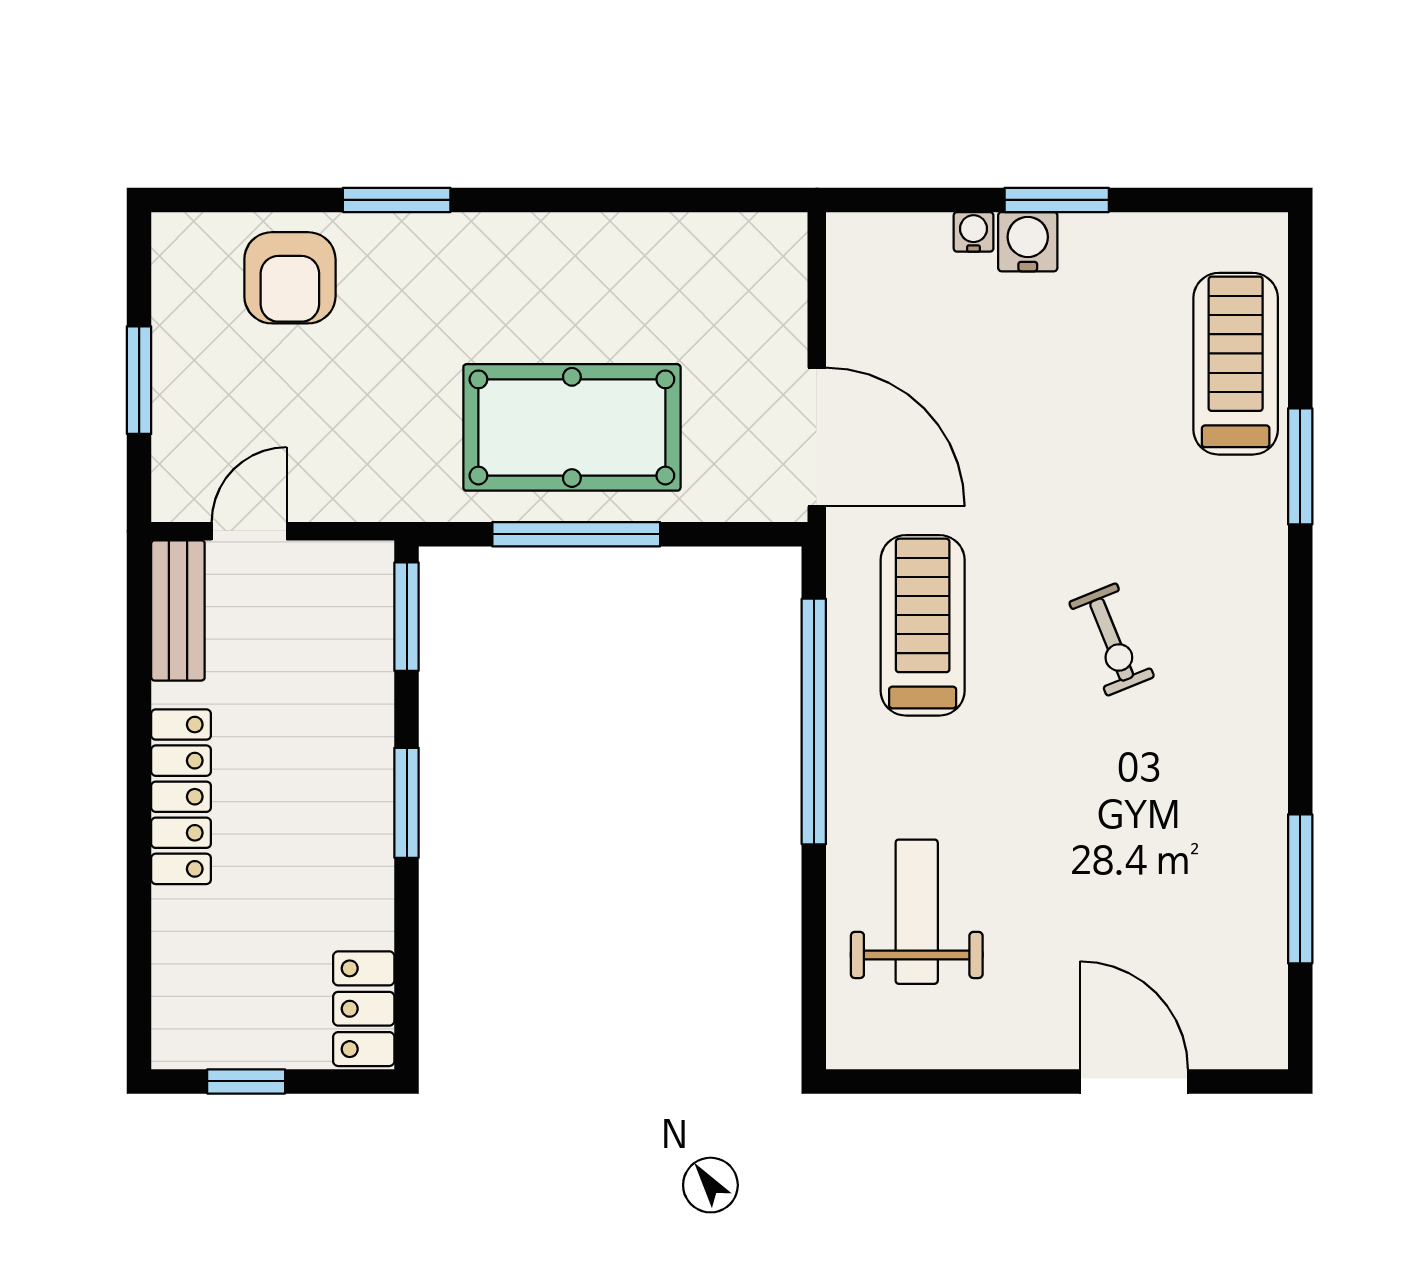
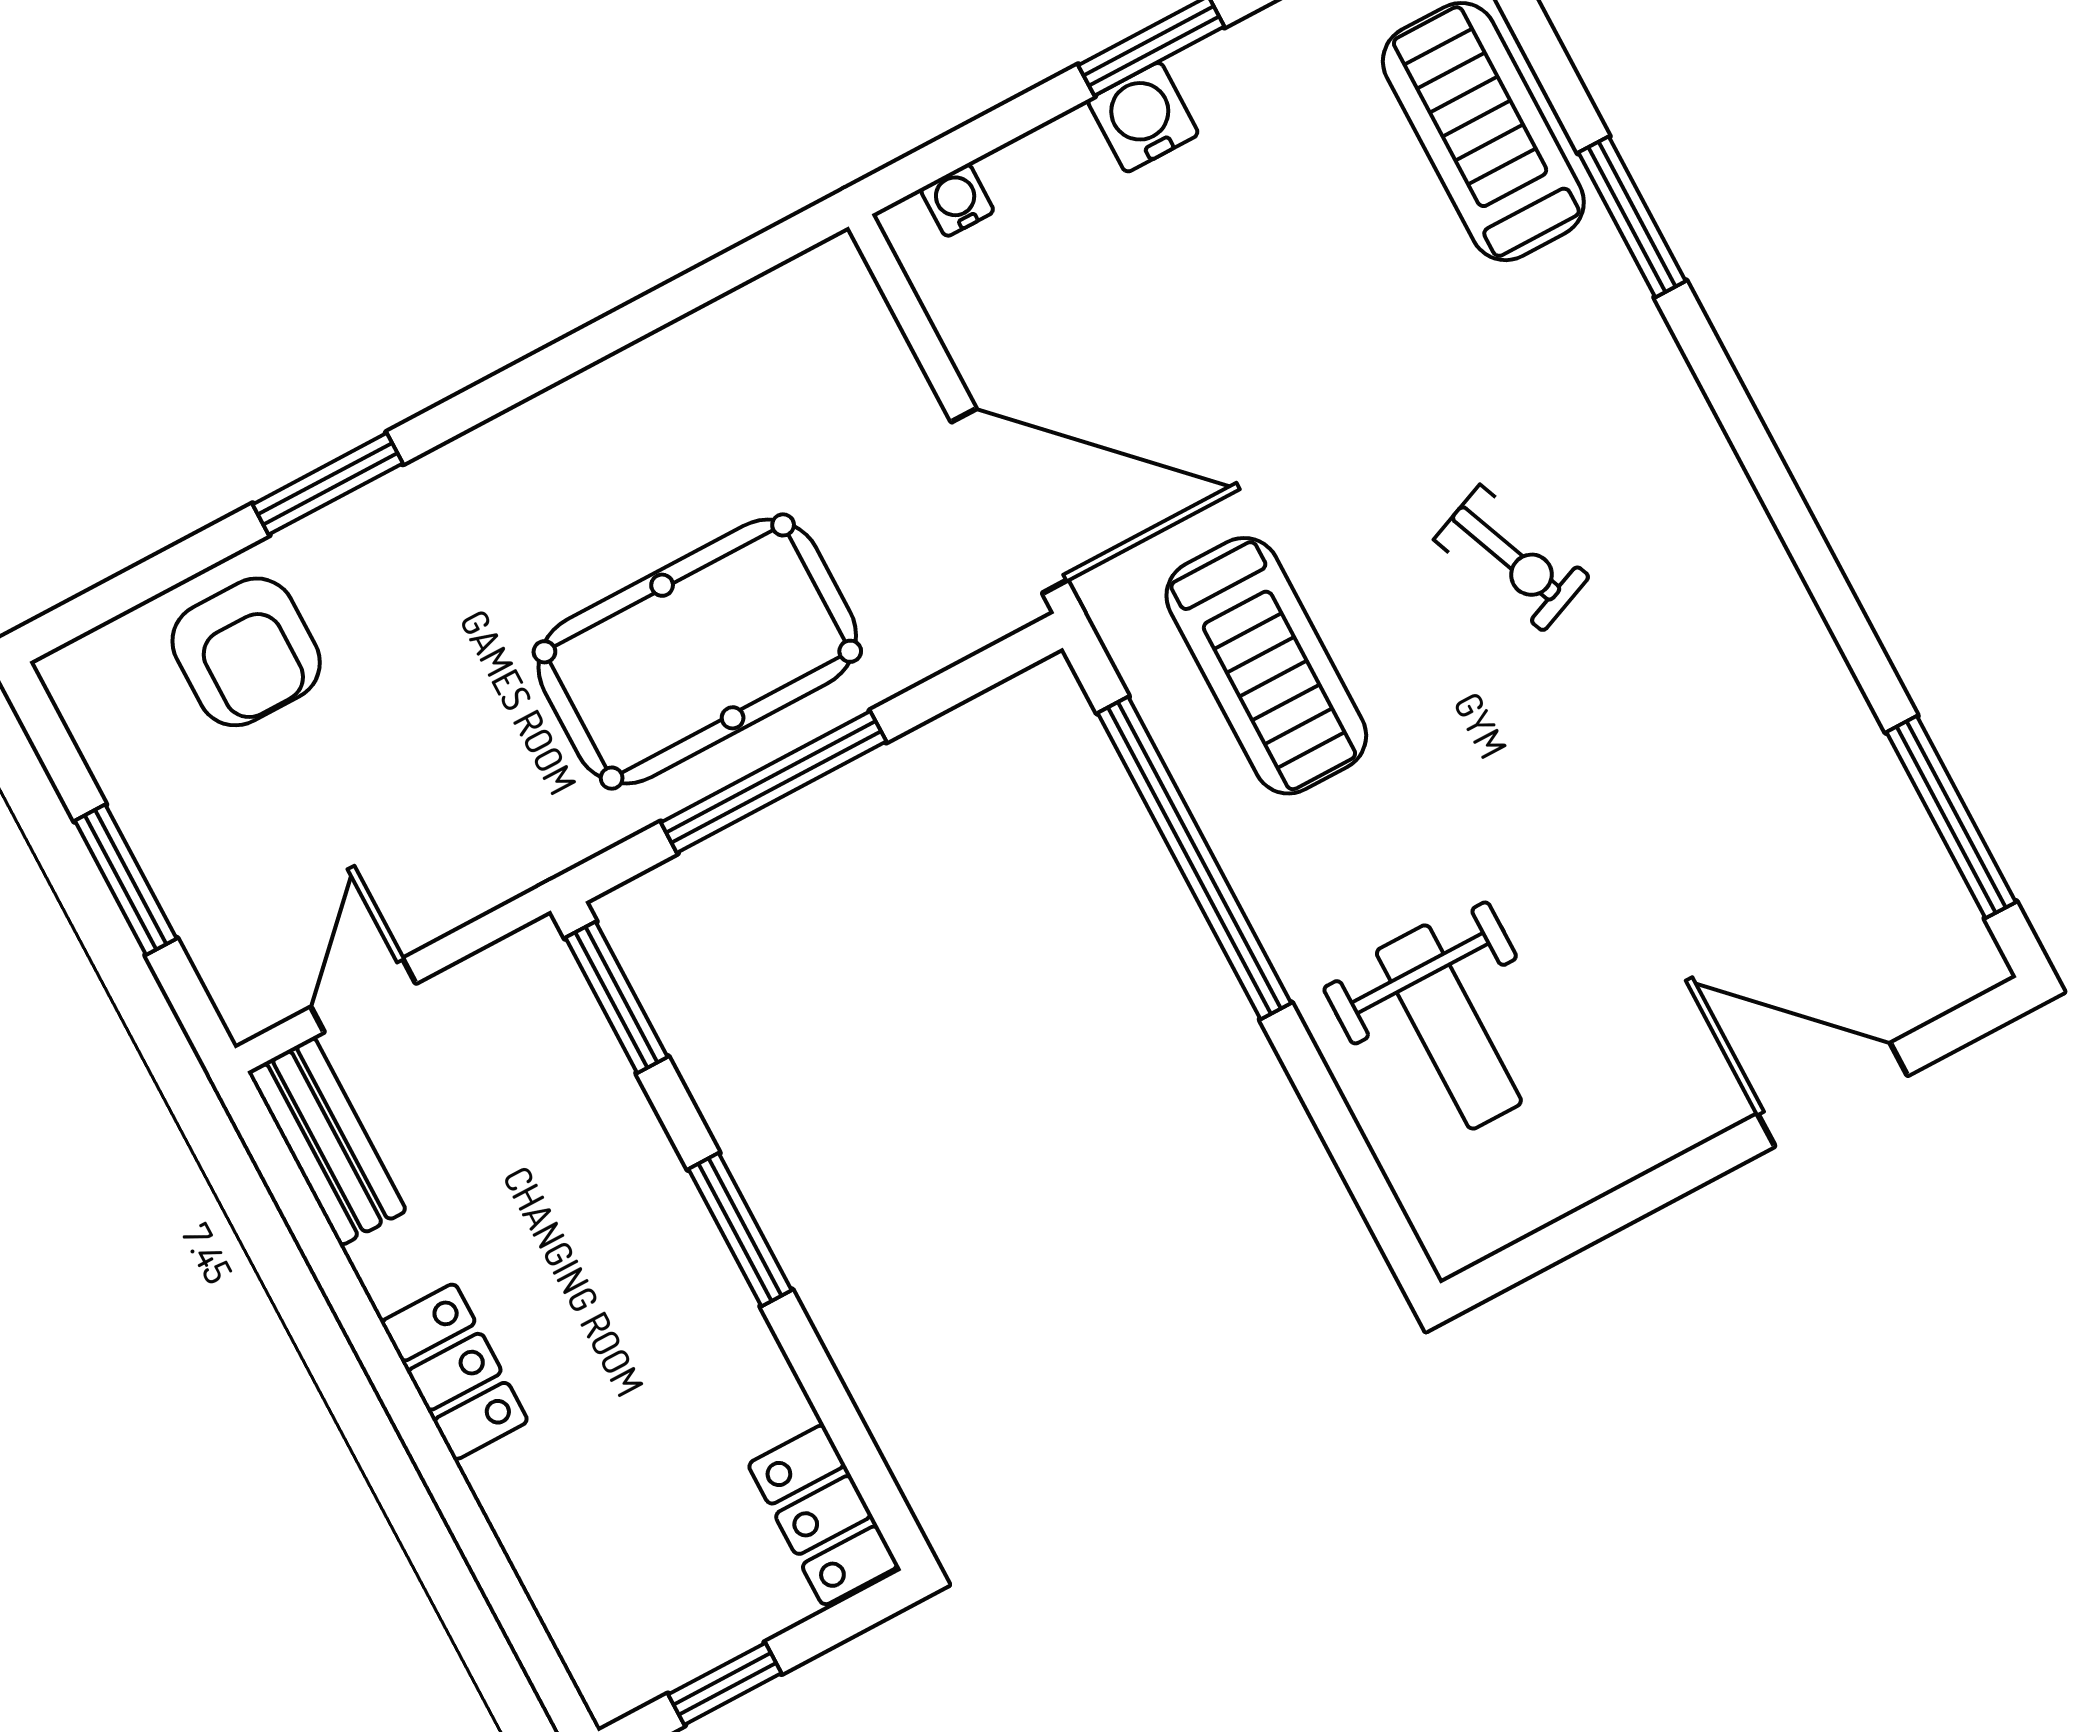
water cooler: (974, 232) -> (957, 200), moved
treadmill: (923, 625) -> (1266, 666), turned 180
locker: (181, 797) -> (455, 1372), width x0.66
window: (1300, 889) -> (1951, 817), moved
weight bench: (917, 912) -> (1449, 1027), turned 180

